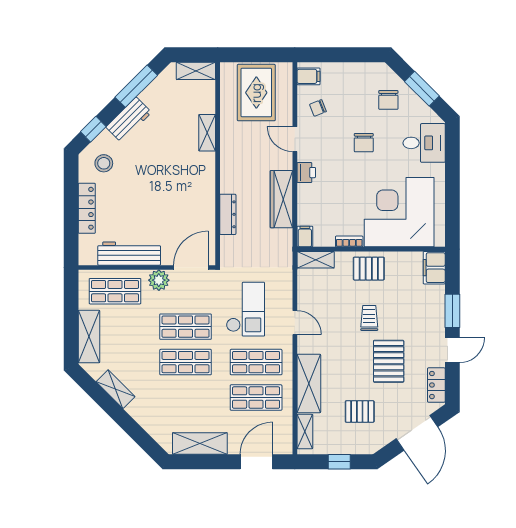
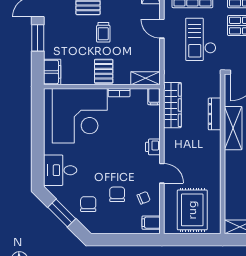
shelving: (207, 133) -> (233, 128), moved, width x1.50, depth x1.33
chair: (364, 143) -> (117, 194), moved
wardrobe: (281, 199) -> (172, 105), moved
pallet: (369, 269) -> (104, 71), turned 90

